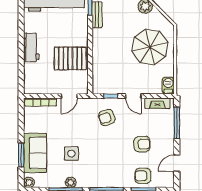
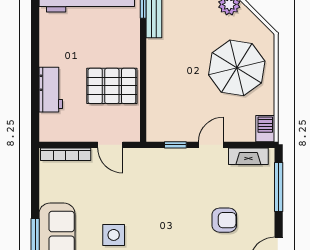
workbench: (31, 47) -> (51, 90), moved
door: (69, 96) -> (110, 145), hinge flipped
door: (133, 96) -> (211, 145), swing flipped
armchair: (107, 118) -> (169, 178), removed

